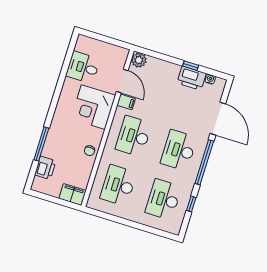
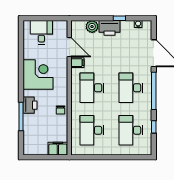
plant: (139, 60) -> (92, 27), moved
desk: (83, 67) -> (41, 32), moved, turned 90
printer: (192, 78) -> (110, 28), moved
corner desk: (93, 107) -> (38, 74), moved, turned 180
printer: (45, 168) -> (30, 105), moved

